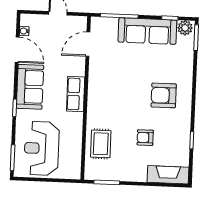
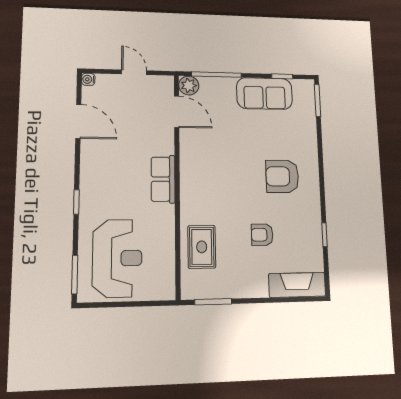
plant: (185, 28) -> (189, 86), moved
water cooler: (24, 31) -> (88, 79), moved
sofa: (147, 31) -> (264, 94), width x0.73
door: (88, 44) -> (177, 112), swing flipped
sofa: (30, 87) -> (98, 172), removed
reception desk: (42, 148) -> (117, 258), turned 180

